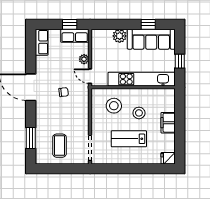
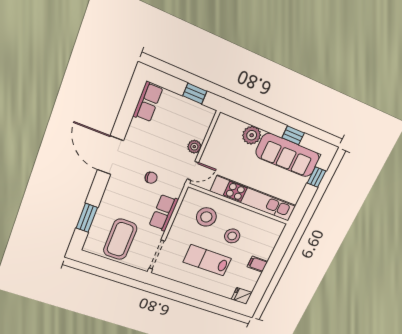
row of seats: (75, 36) -> (164, 213), moved, turned 90
window: (180, 61) -> (316, 177), moved
door: (90, 76) -> (193, 171), swing flipped
filing cabinet: (168, 123) -> (257, 264), width x0.50
coffee table: (60, 146) -> (120, 239), width x1.36, depth x1.32

